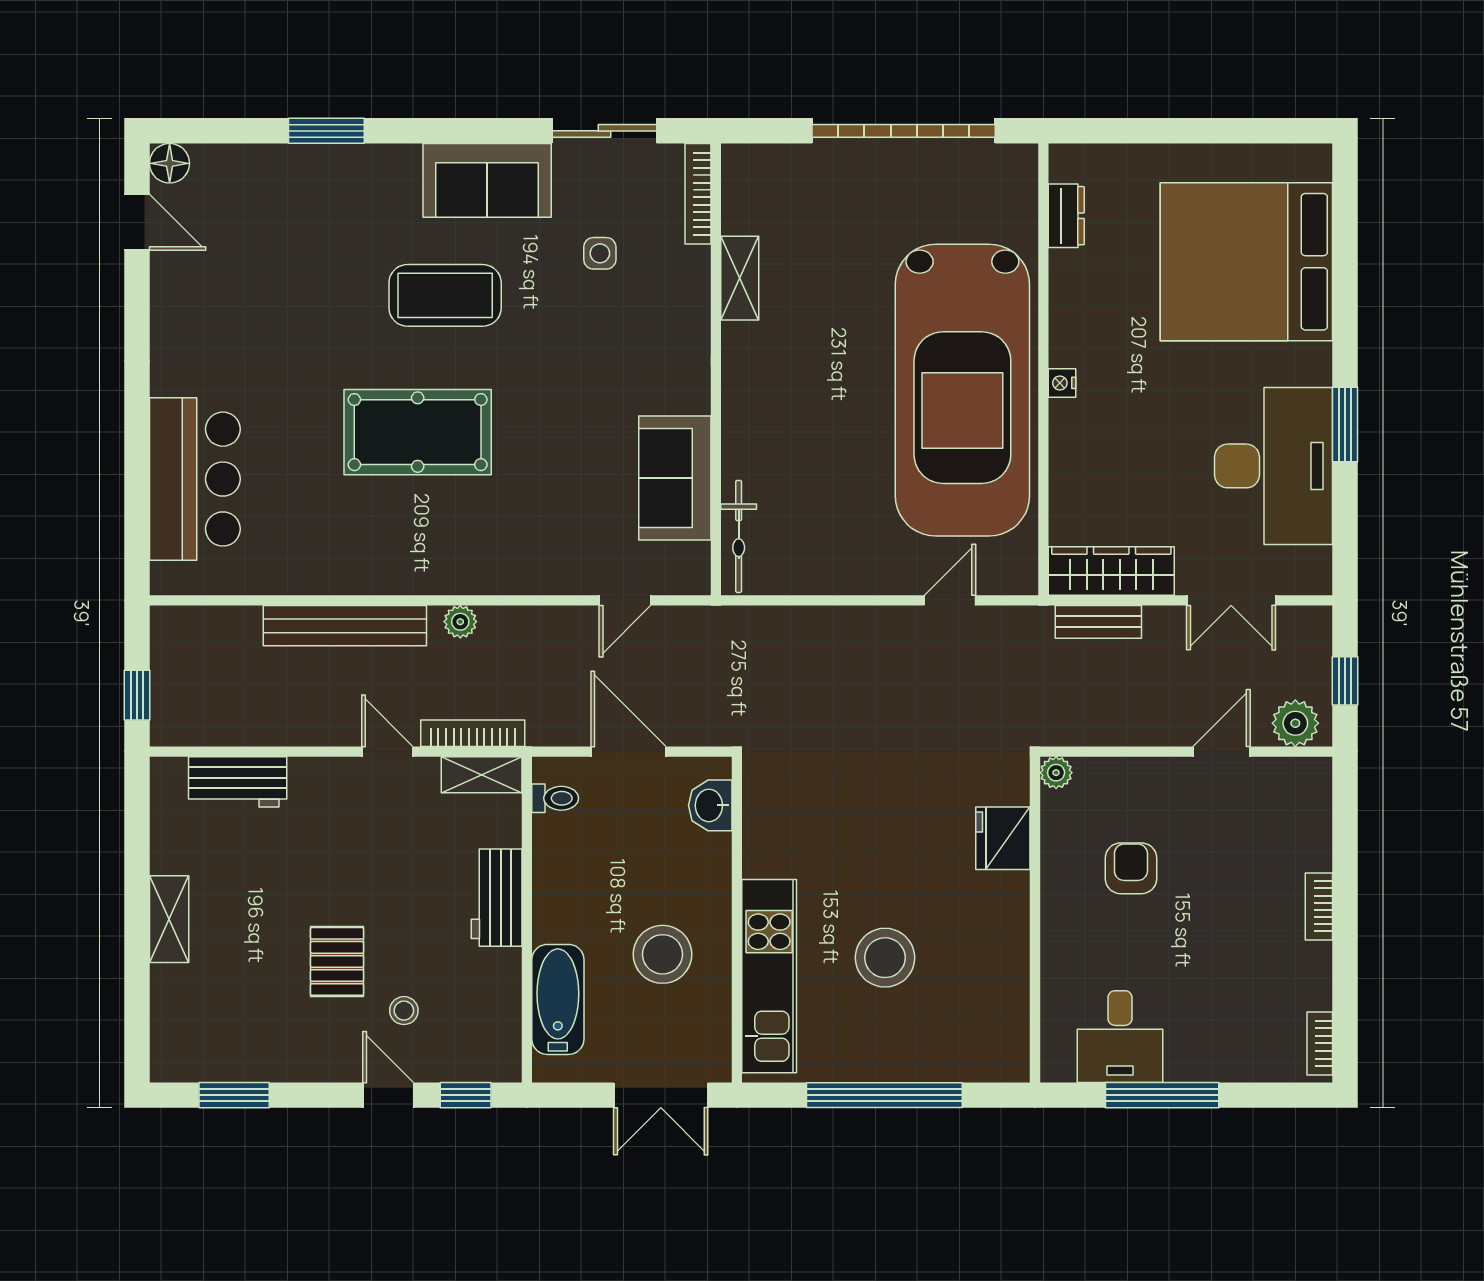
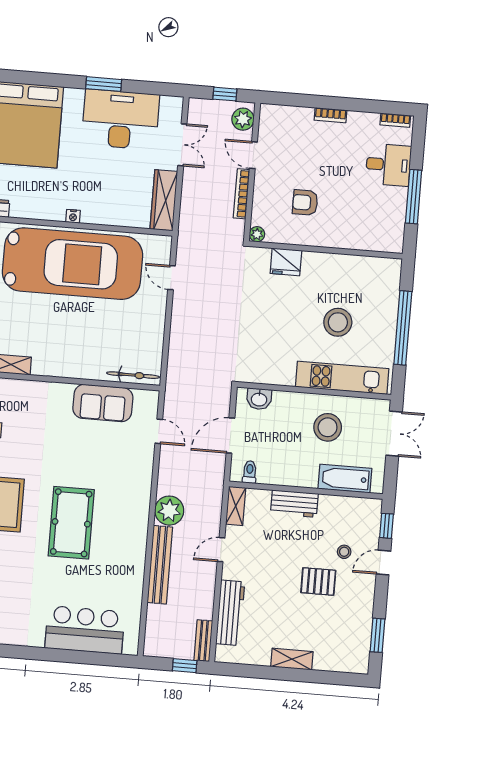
plant: (460, 622) -> (169, 511), width x1.87, depth x1.87
bench: (1098, 622) -> (203, 641), moved
bookcase: (473, 733) -> (242, 194), moved
workbench: (238, 782) -> (230, 613), width x1.38
desk: (1120, 1037) -> (388, 165), moved

